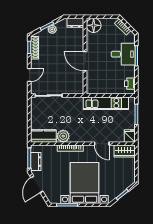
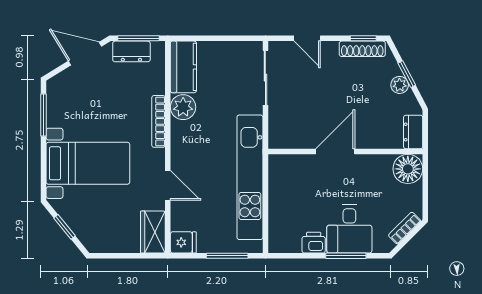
printer: (130, 84) -> (314, 243), moved
kitchen unit: (106, 103) -> (250, 177), width x1.36
door: (102, 144) -> (168, 185), swing flipped
bed with nightstands: (85, 183) -> (88, 163), width x0.73

